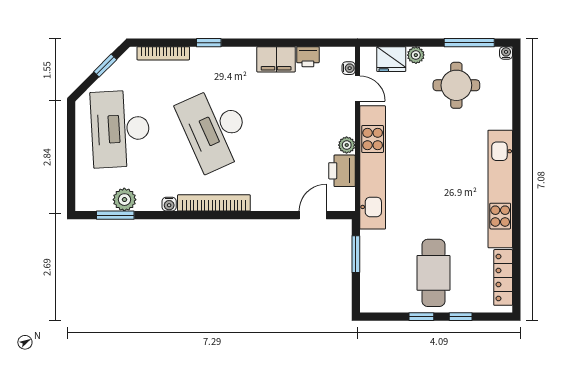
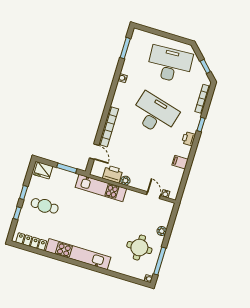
printer: (308, 57) -> (189, 139), moved
filing cabinet: (276, 59) -> (180, 162), width x0.50
fridge: (391, 59) -> (43, 170), moved, turned -90
door: (357, 89) -> (153, 195), swing flipped
desk: (215, 129) -> (155, 114), turned 39
kitchen unit: (373, 167) -> (101, 188), width x0.73
plant: (124, 200) -> (132, 55), removed
bookcase: (214, 203) -> (109, 127), moved
cafe table: (433, 273) -> (45, 206), width x0.73, depth x0.74

